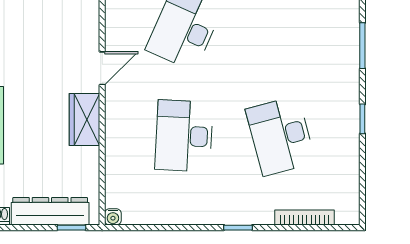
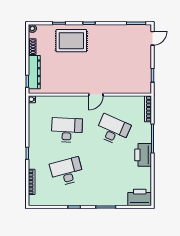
door: (102, 68) -> (96, 95), hinge flipped
wardrobe: (85, 119) -> (74, 87), removed

